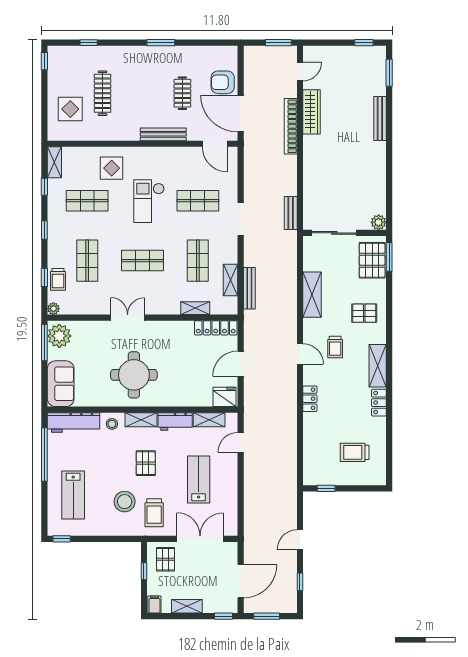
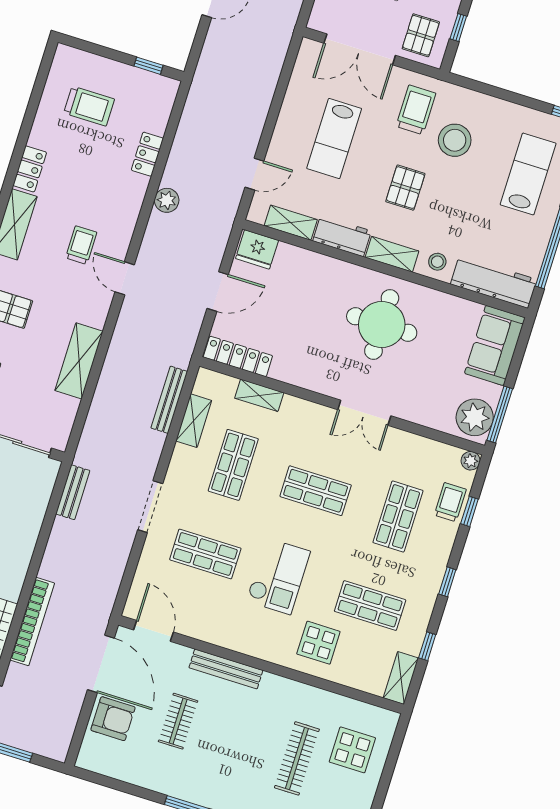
trolley: (335, 347) -> (81, 245), moved
locker: (310, 399) -> (147, 154), moved
plant: (289, 410) -> (167, 200), added

